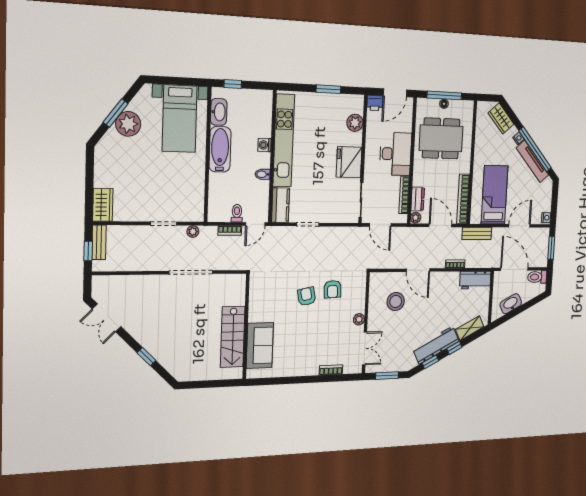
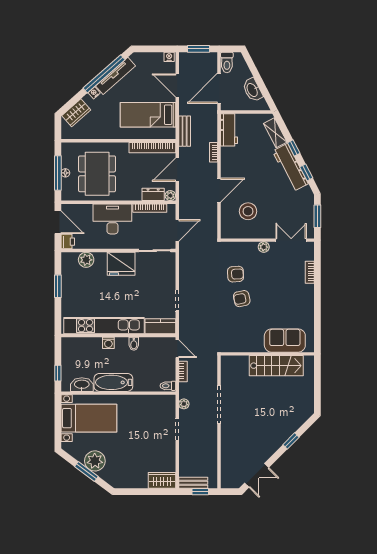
toilet: (237, 213) -> (168, 386), moved

